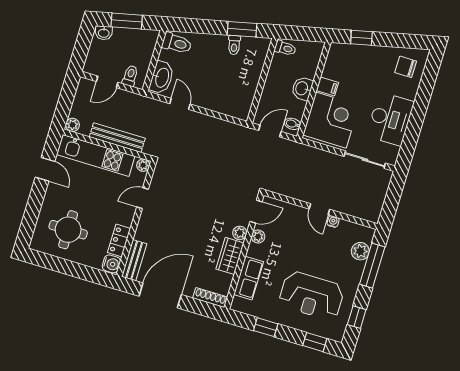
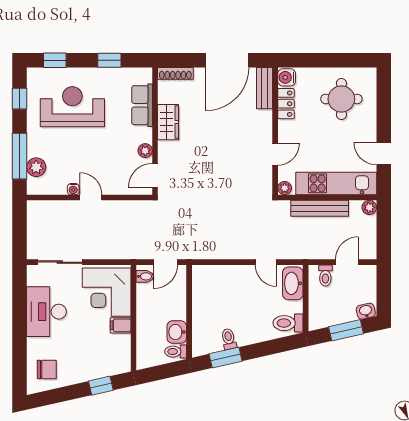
washbasin: (302, 88) -> (177, 332), moved, turned 180
plant: (240, 233) -> (165, 149), removed

